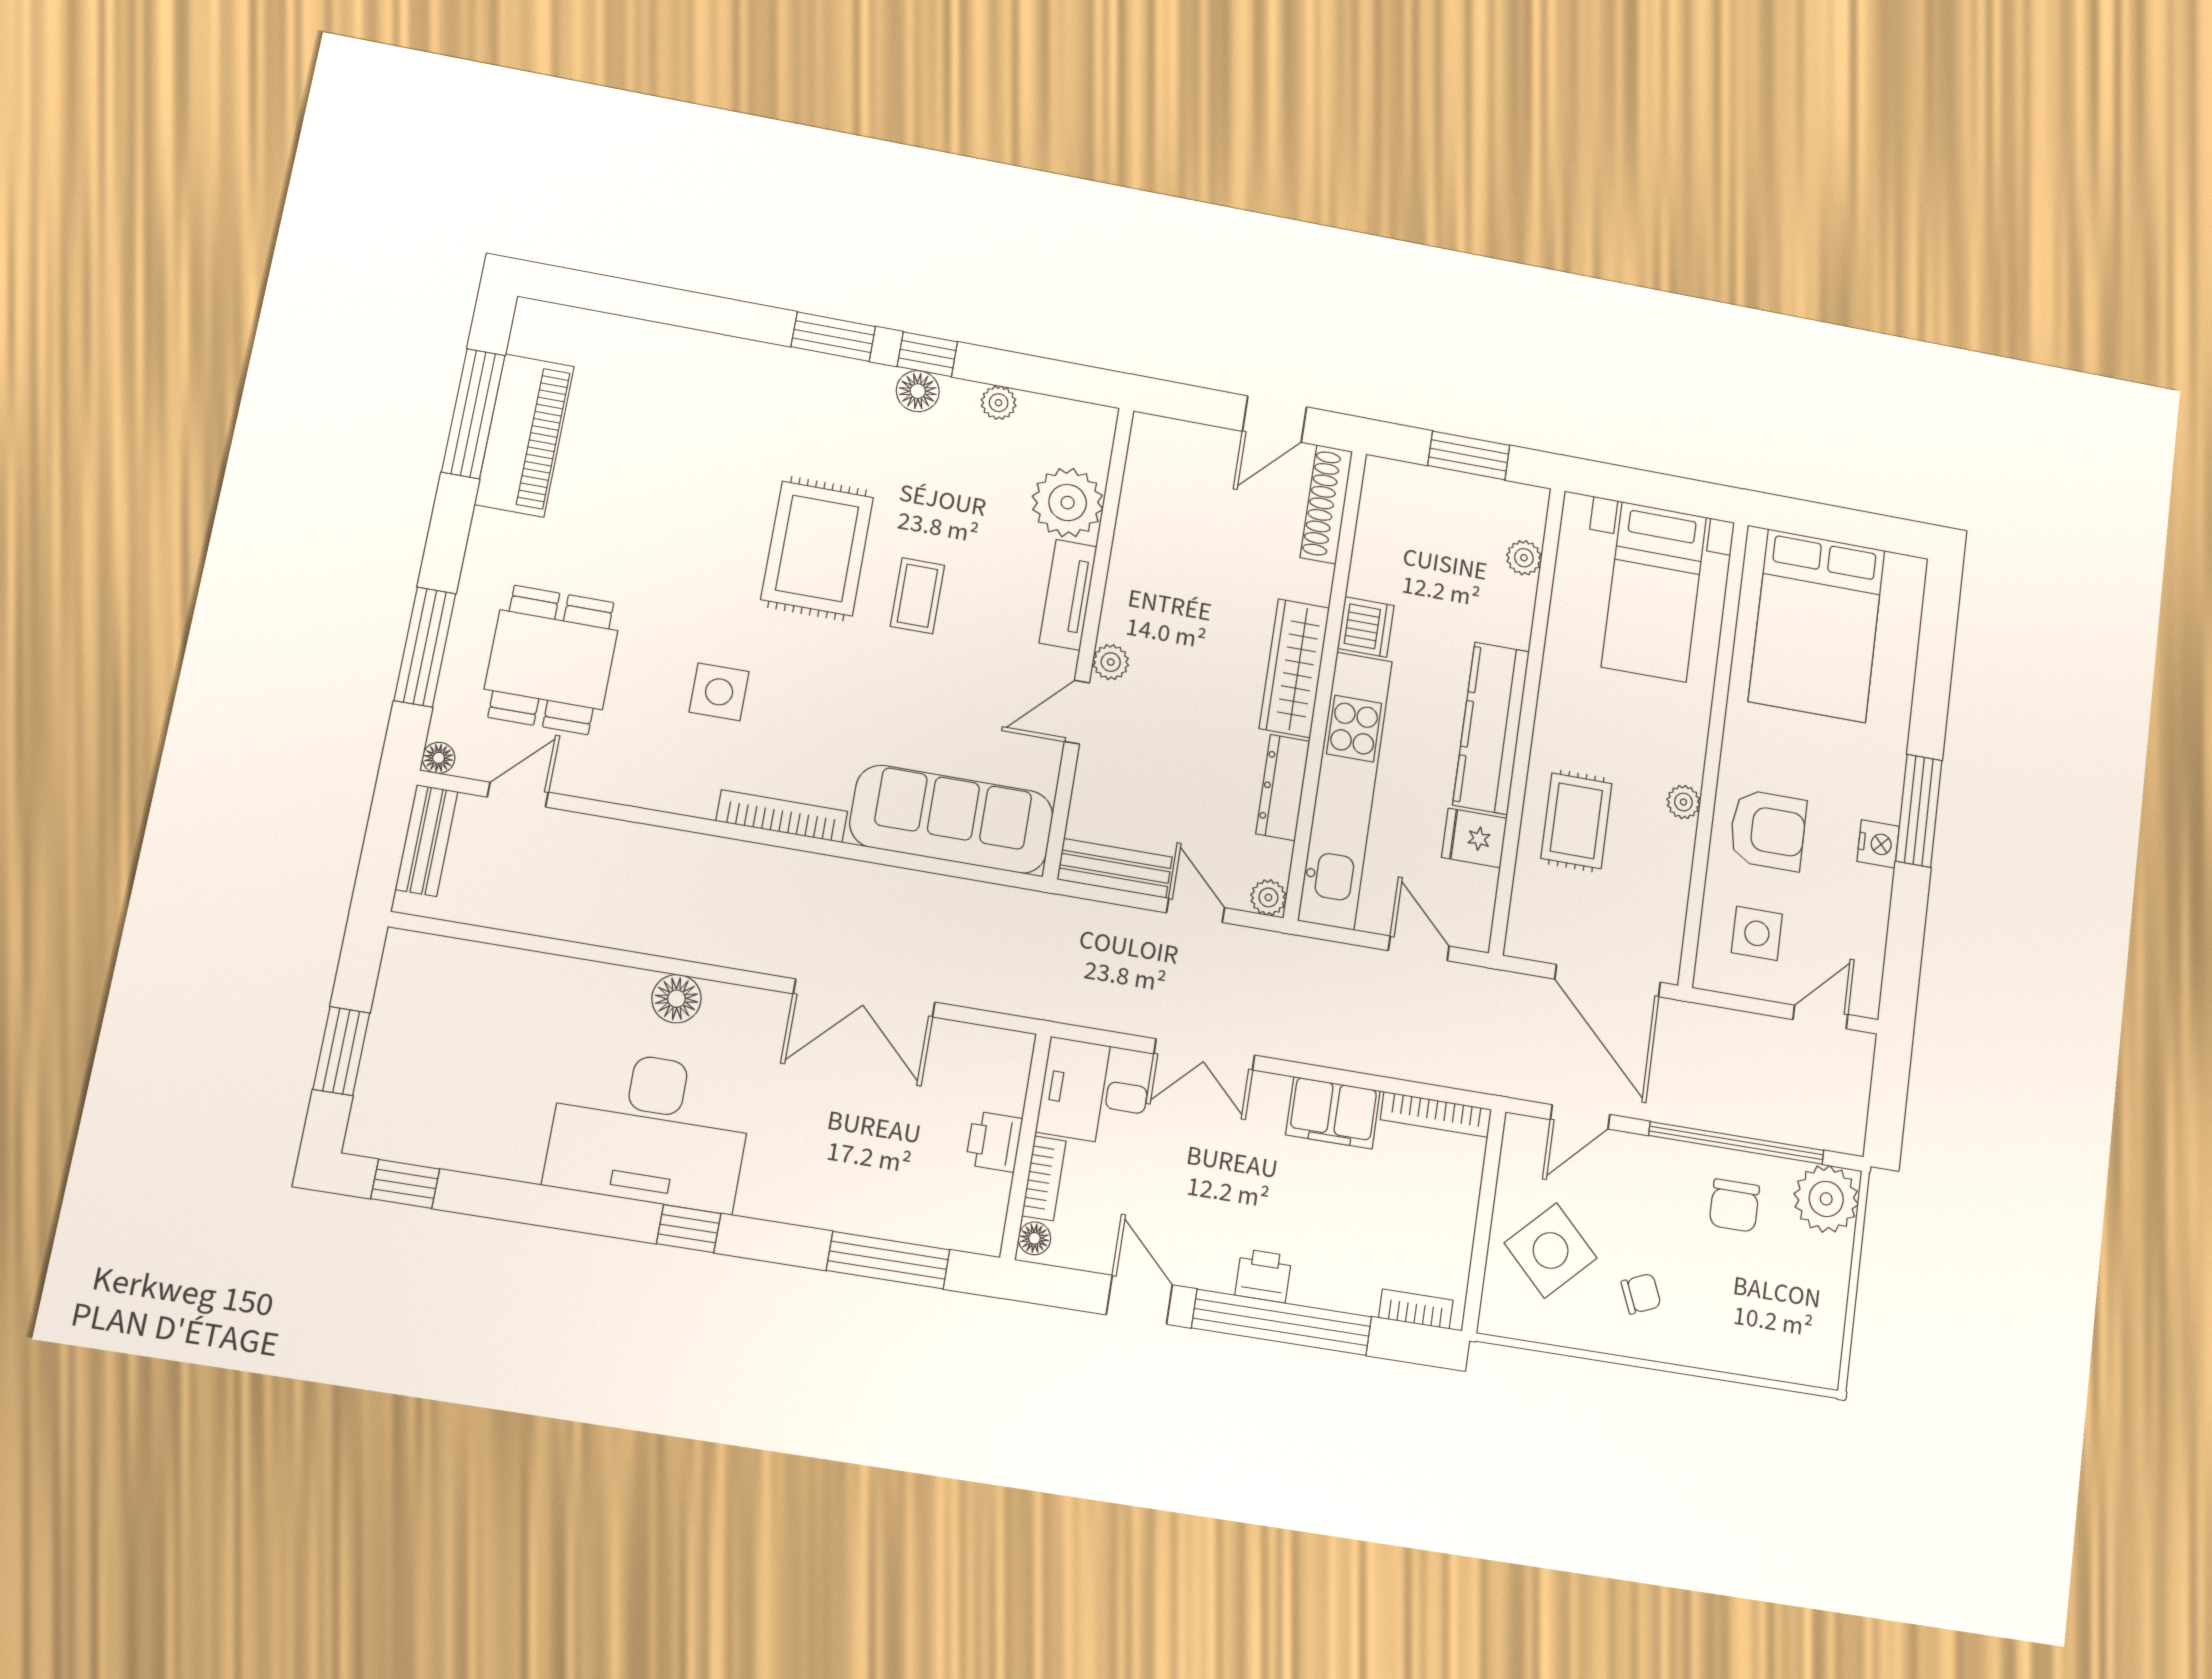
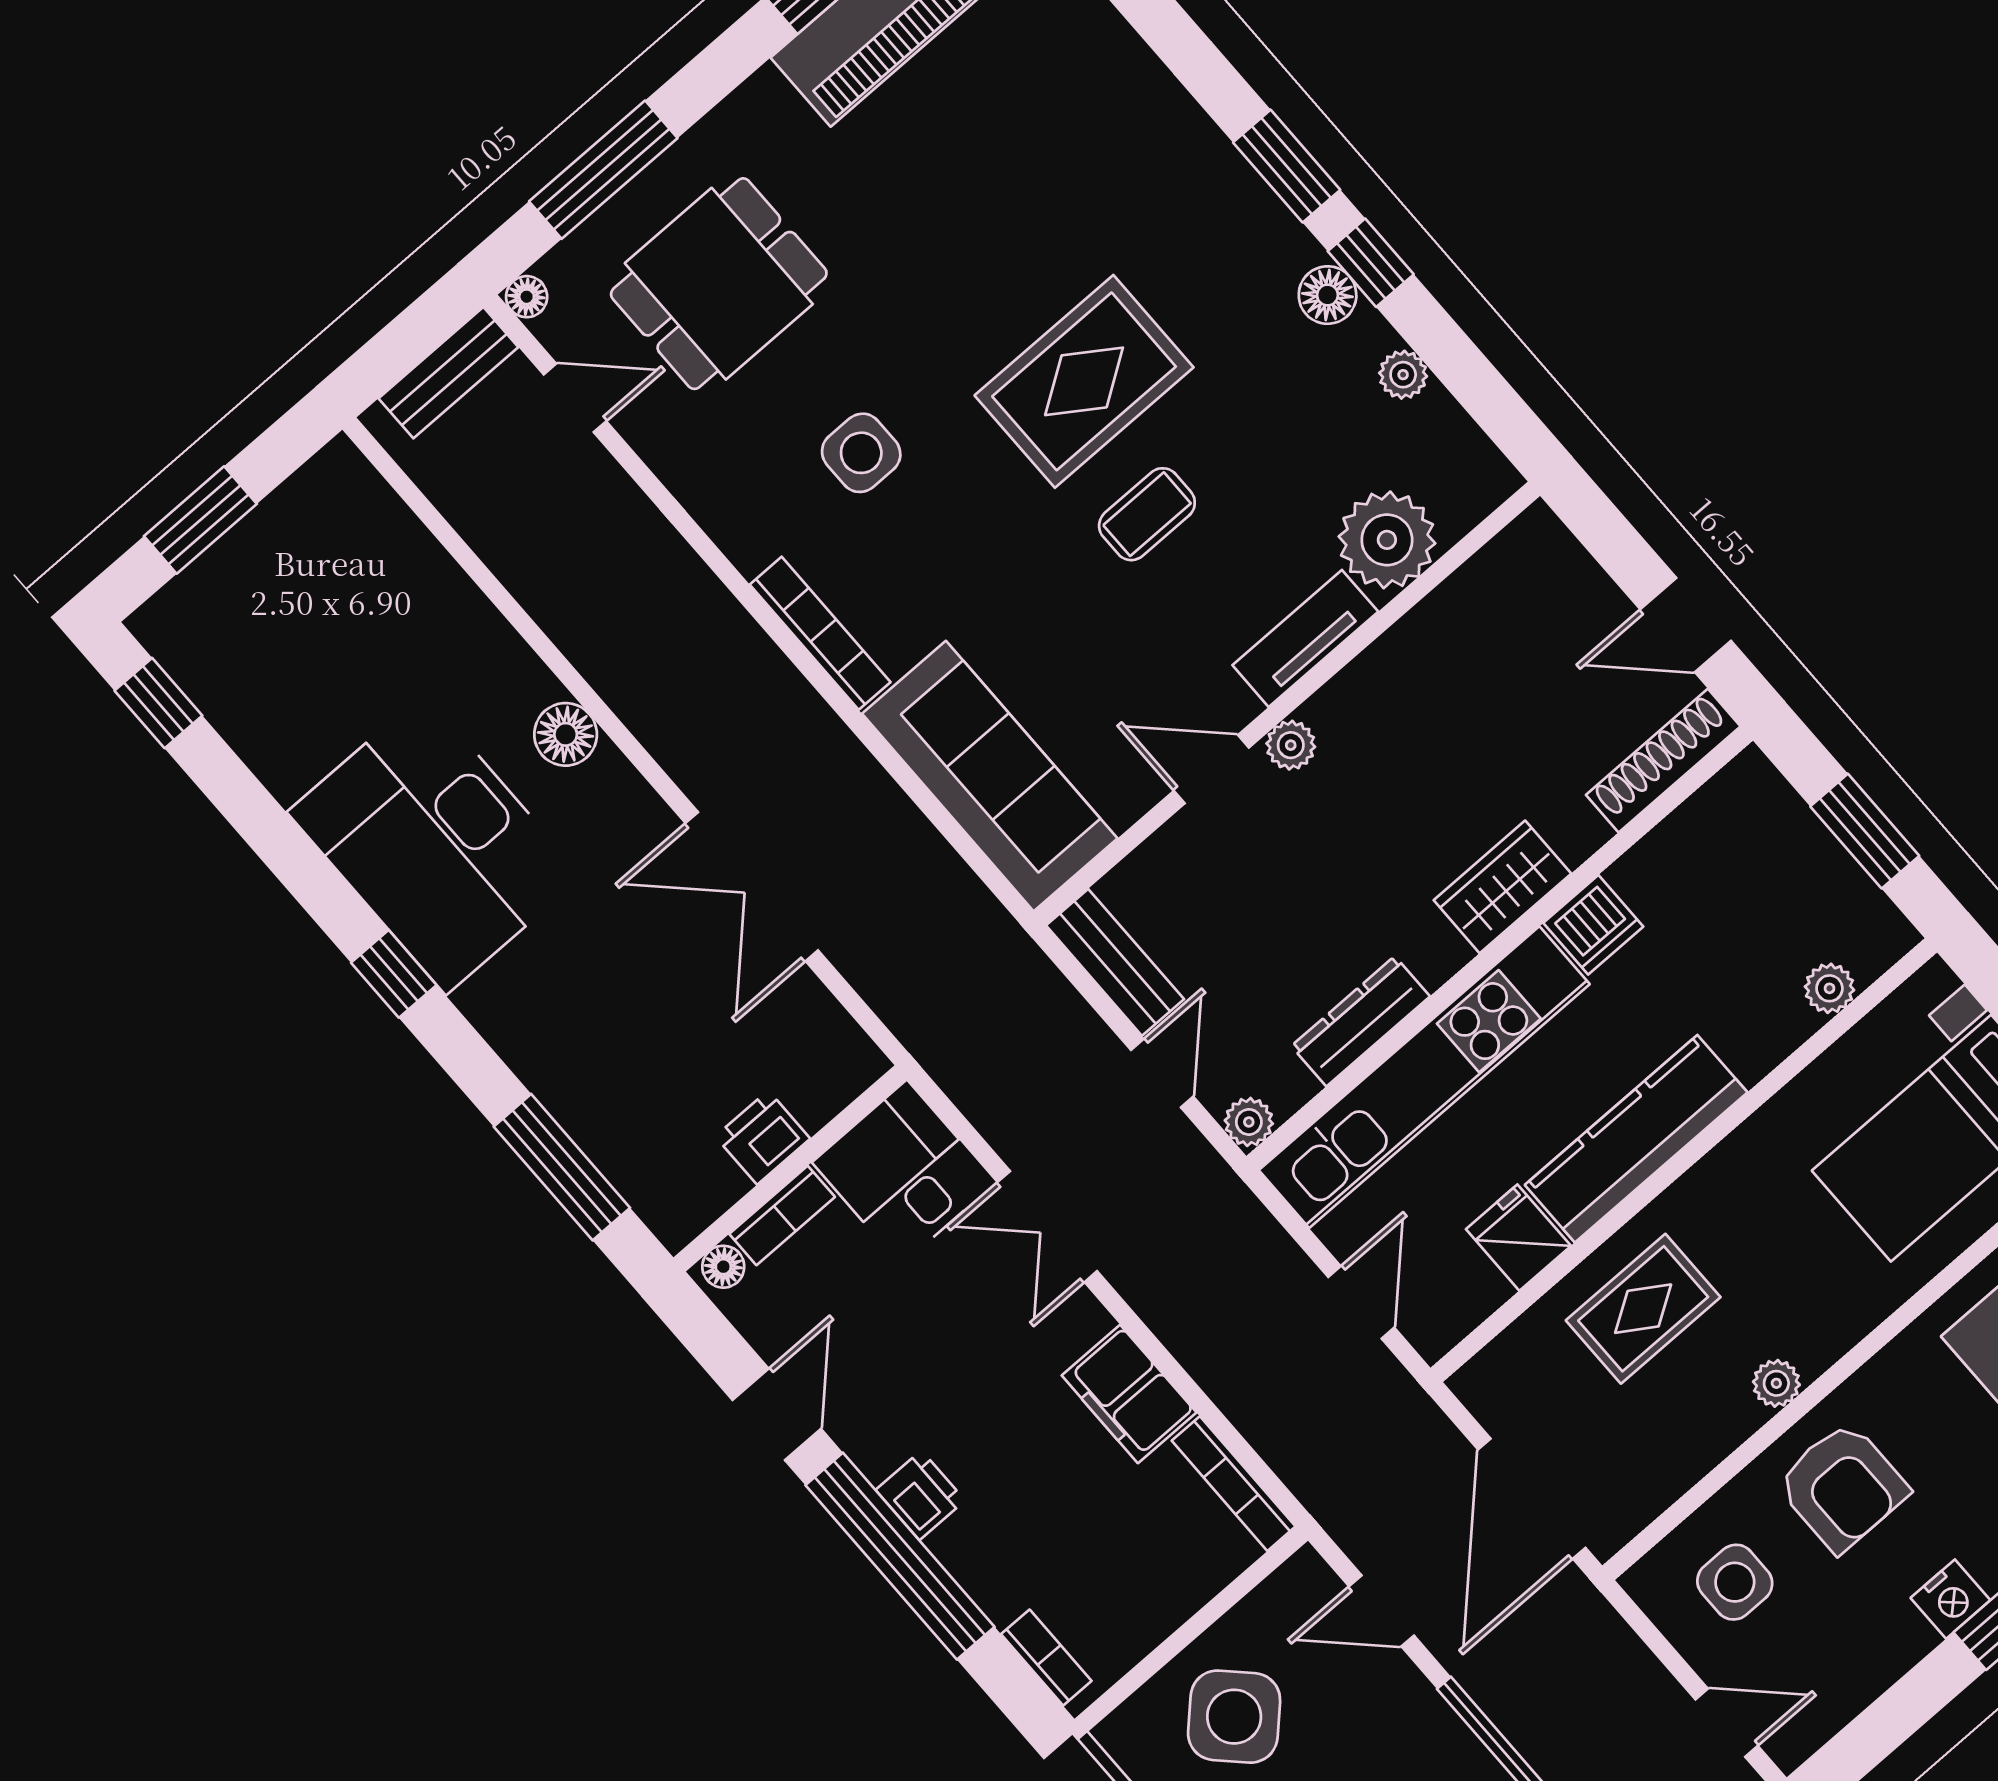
wardrobe: (1294, 668) -> (1502, 887), width x0.67

